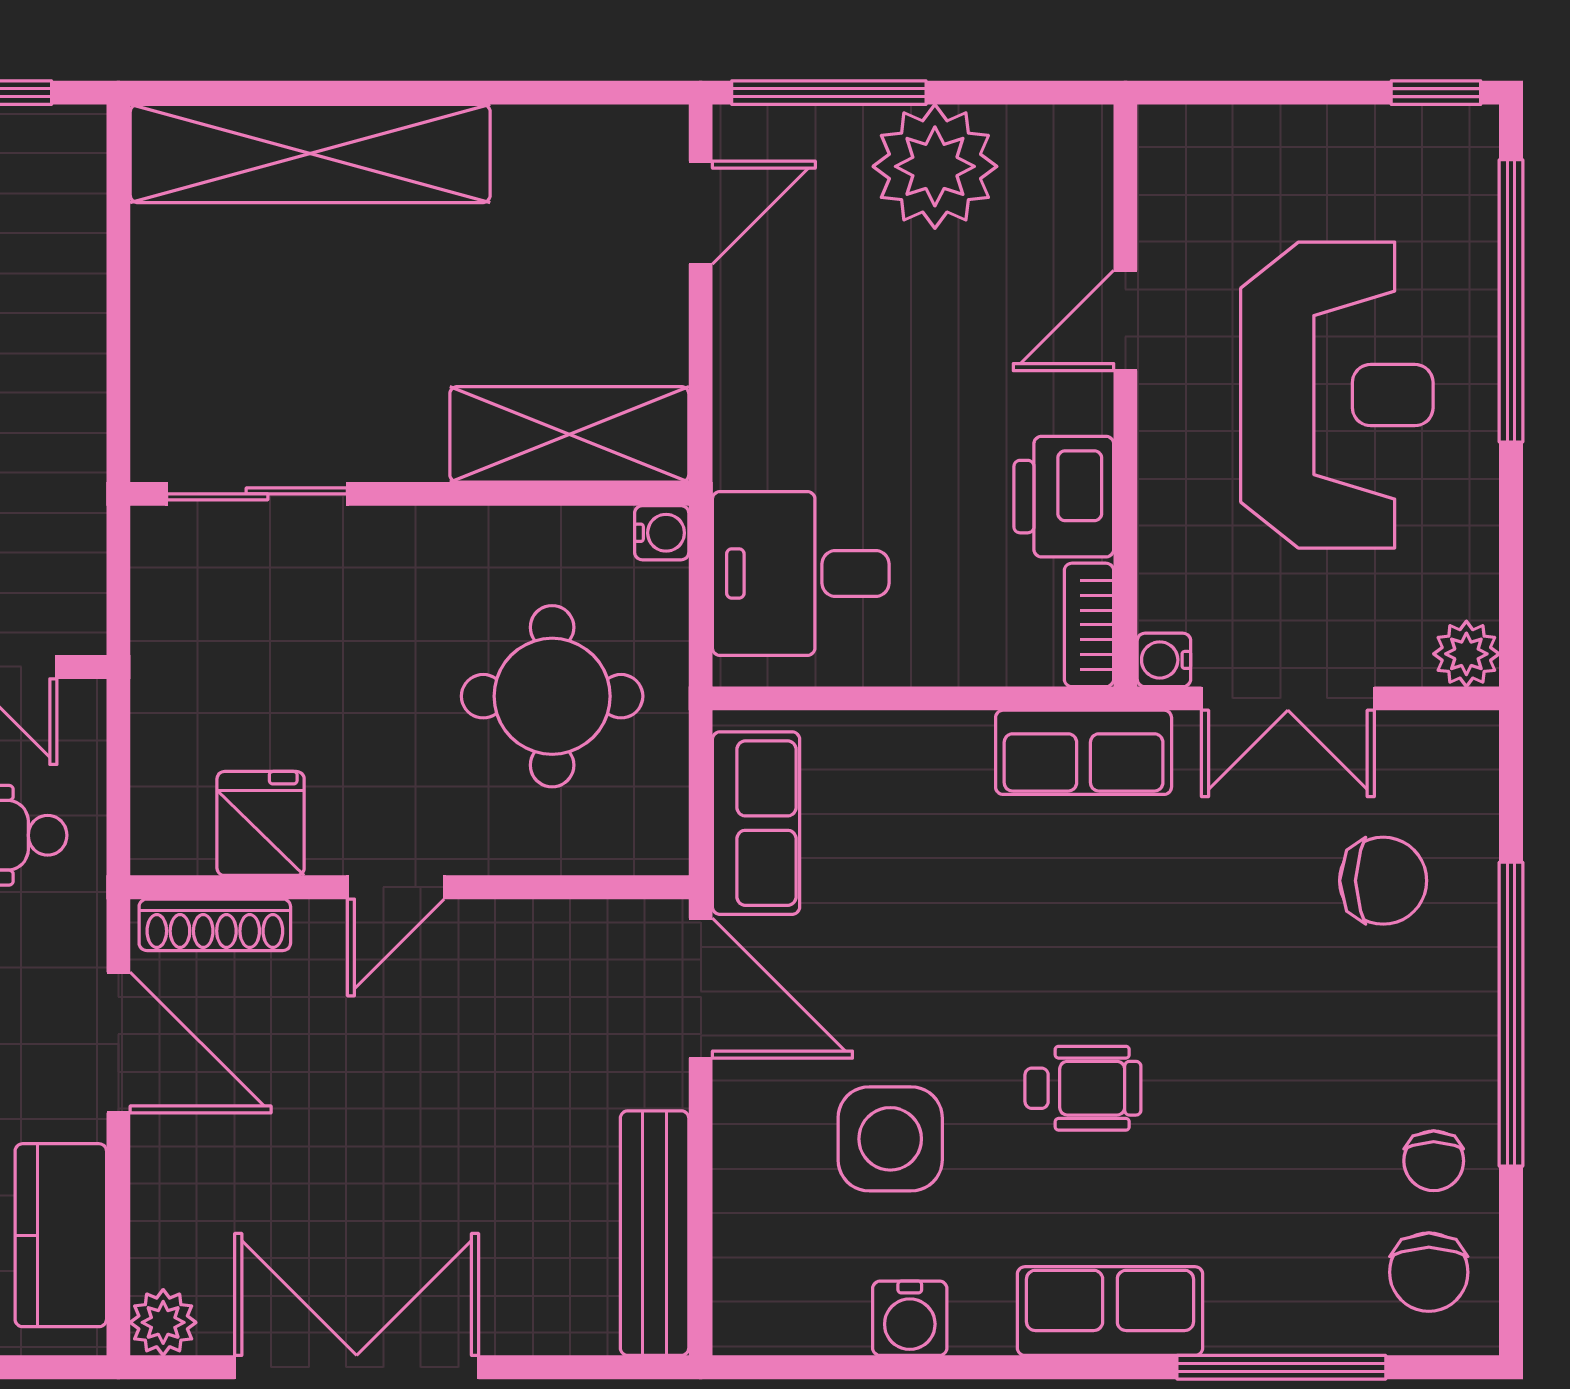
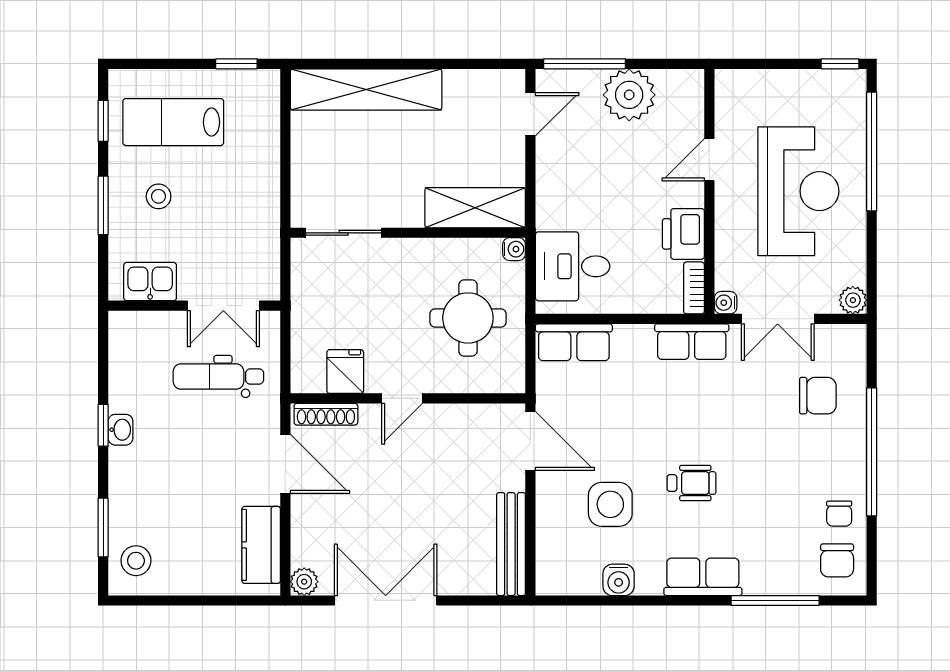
row of seats: (756, 823) -> (574, 342), moved, turned 90

